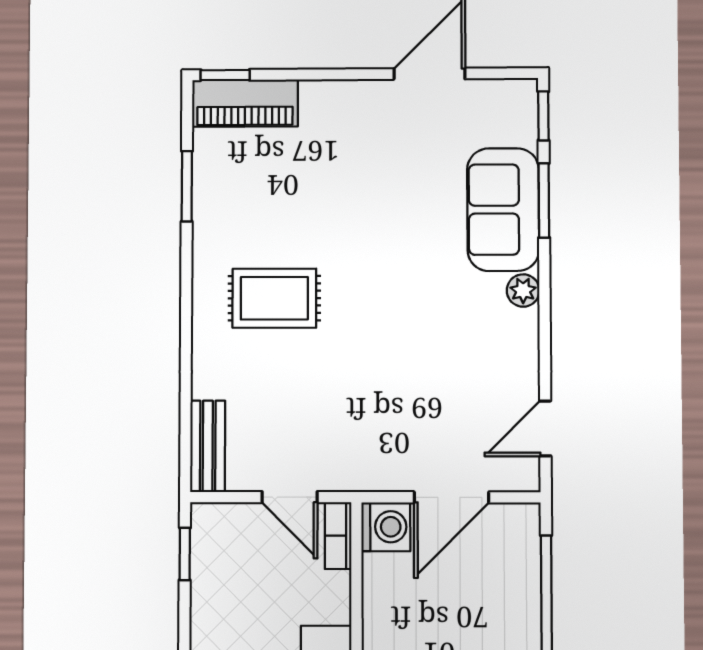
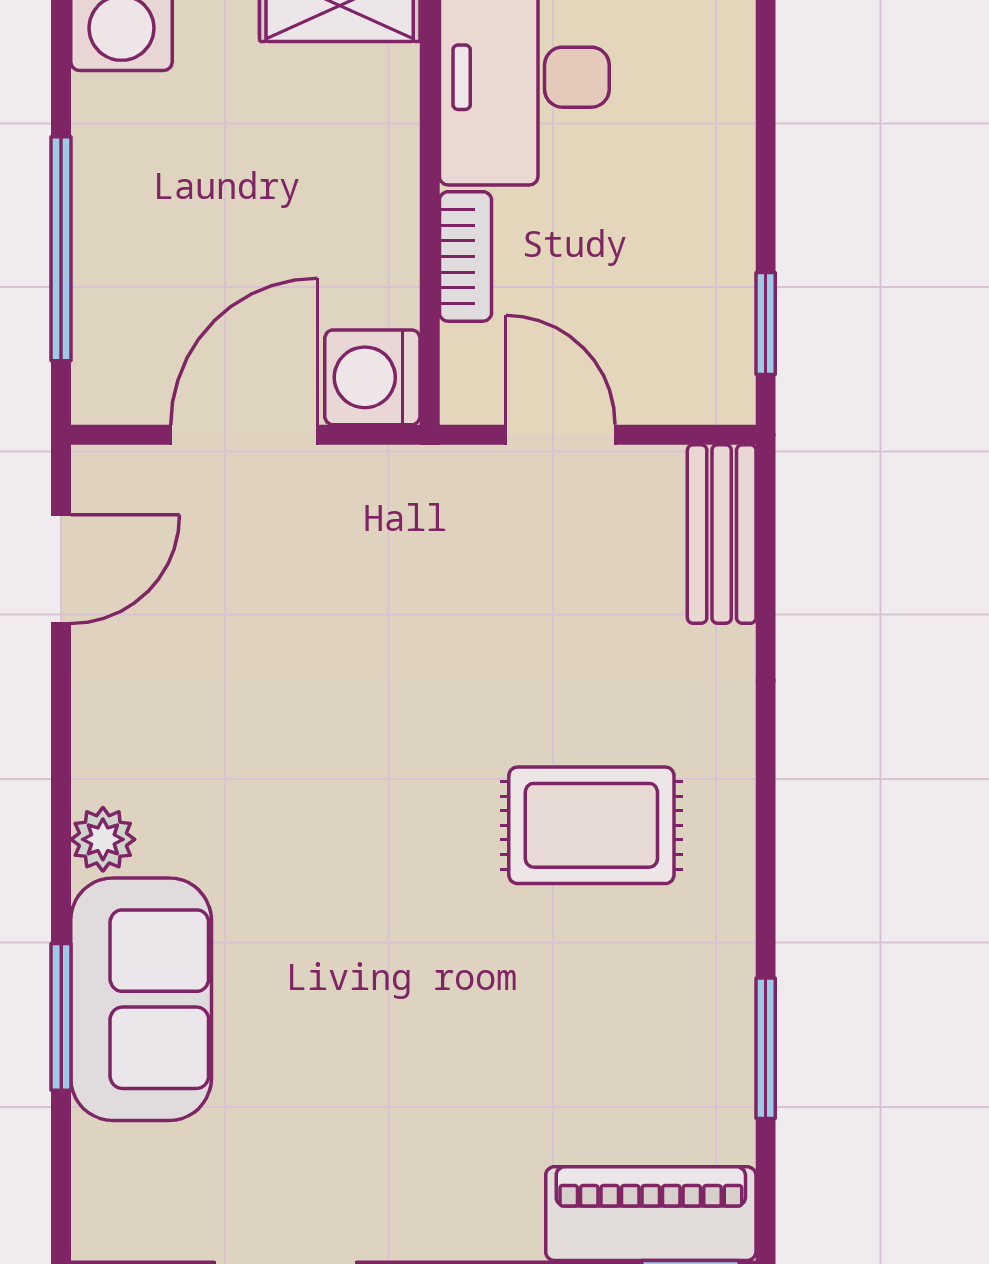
window: (543, 116) -> (61, 1185), removed
bookcase: (338, 536) -> (466, 256), moved

